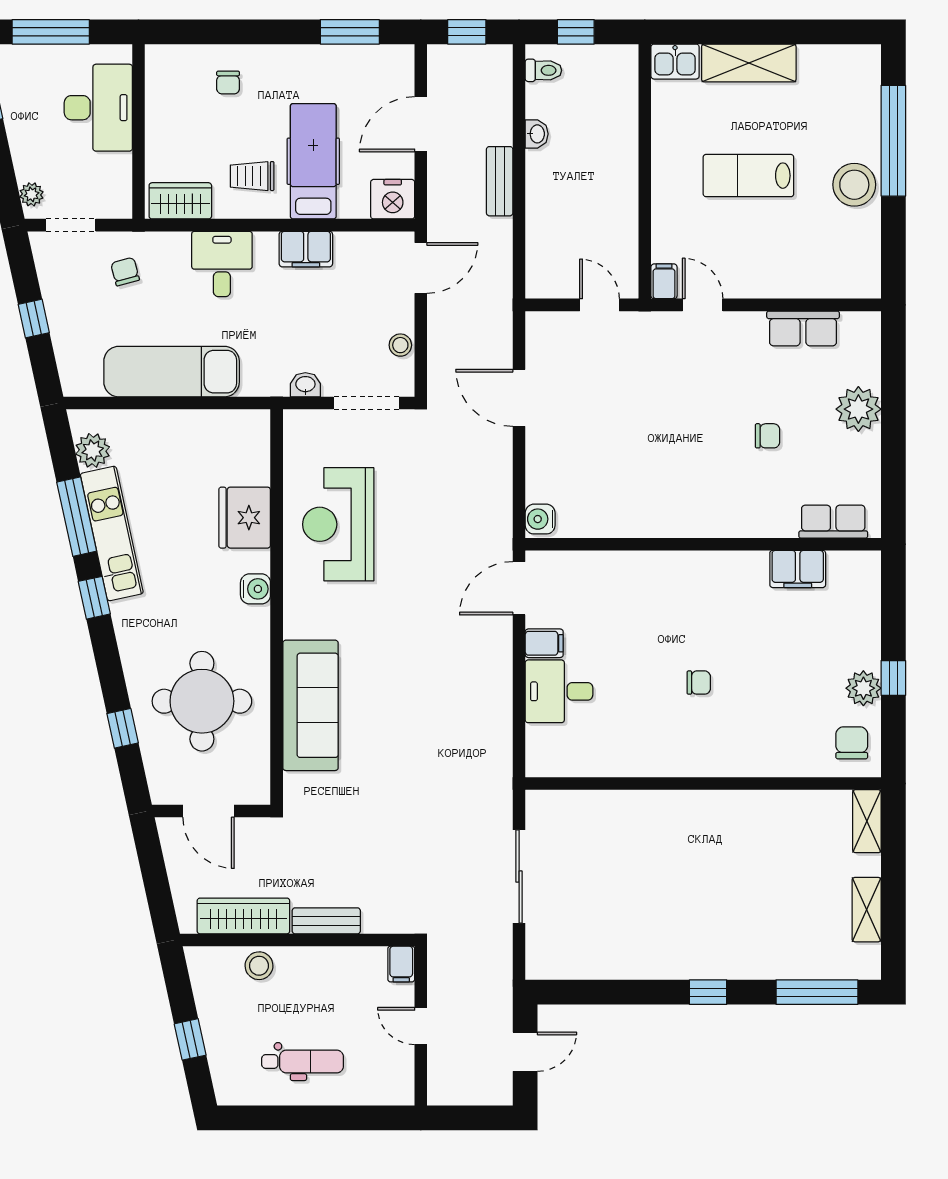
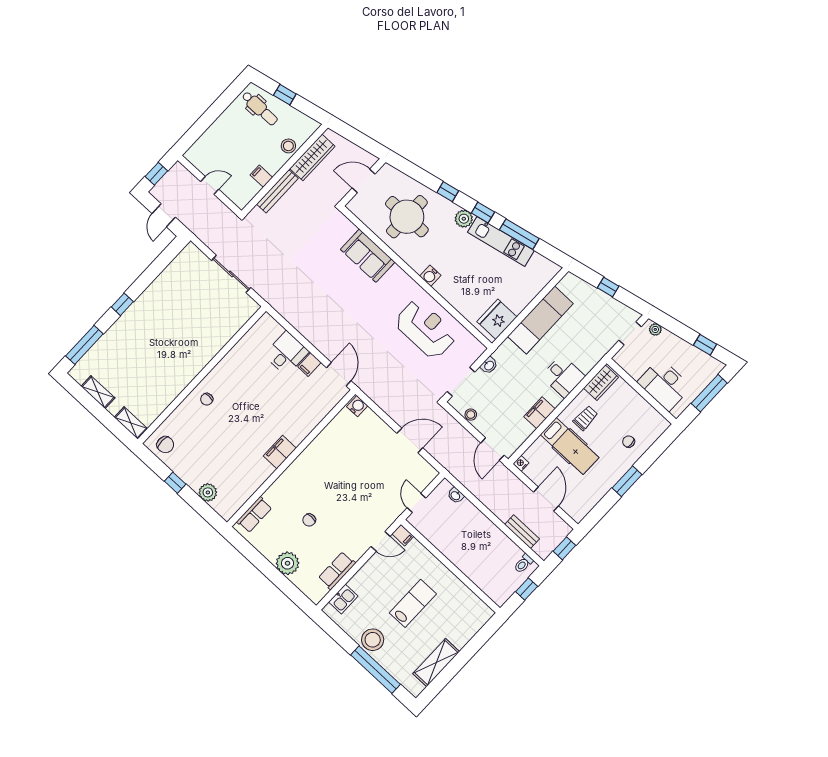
window: (350, 32) -> (627, 481), moved
kitchen sink: (675, 62) -> (343, 599), moved, turned 180
shelving: (749, 63) -> (436, 663), moved
washbasin: (537, 134) -> (456, 495), moved
bench: (500, 181) -> (522, 532), moved
nightstand: (393, 199) -> (521, 463), width x0.53, depth x0.56
chair: (125, 272) -> (594, 337), removed
door: (599, 305) -> (416, 503), swing flipped
plant: (93, 450) -> (464, 219), moved
fridge: (245, 518) -> (497, 319), moved, turned -90
filing cabinet: (798, 569) -> (280, 452), moved
chair: (699, 683) -> (207, 399), moved
plant: (863, 688) -> (208, 492), moved
sofa: (310, 705) -> (368, 256), width x0.73
window: (123, 728) -> (448, 192), moved
bench: (326, 921) -> (277, 191), width x1.36
filing cabinet: (401, 964) -> (261, 176), moved
dental chair: (303, 1062) -> (260, 108), moved, turned -90
window: (475, 1118) -> (156, 174), added

